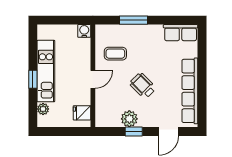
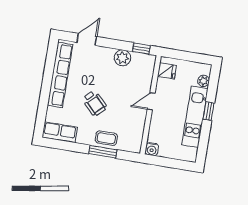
coffee table: (115, 54) -> (106, 138), moved
wheelchair: (143, 86) -> (95, 103), moved
window: (134, 131) -> (141, 48), moved

